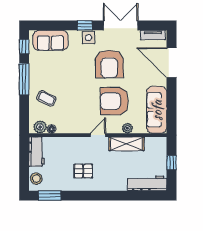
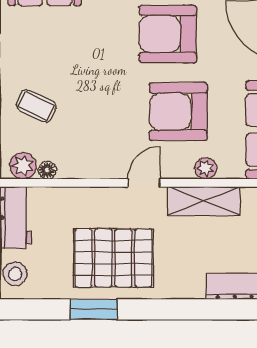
armchair: (109, 64) -> (168, 34), turned 90
pallet: (83, 171) -> (113, 258), width x2.05, depth x2.00
window: (50, 196) -> (94, 309), moved

